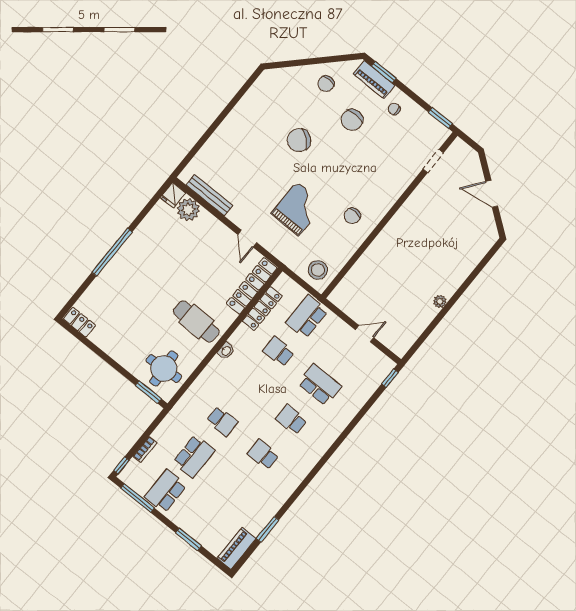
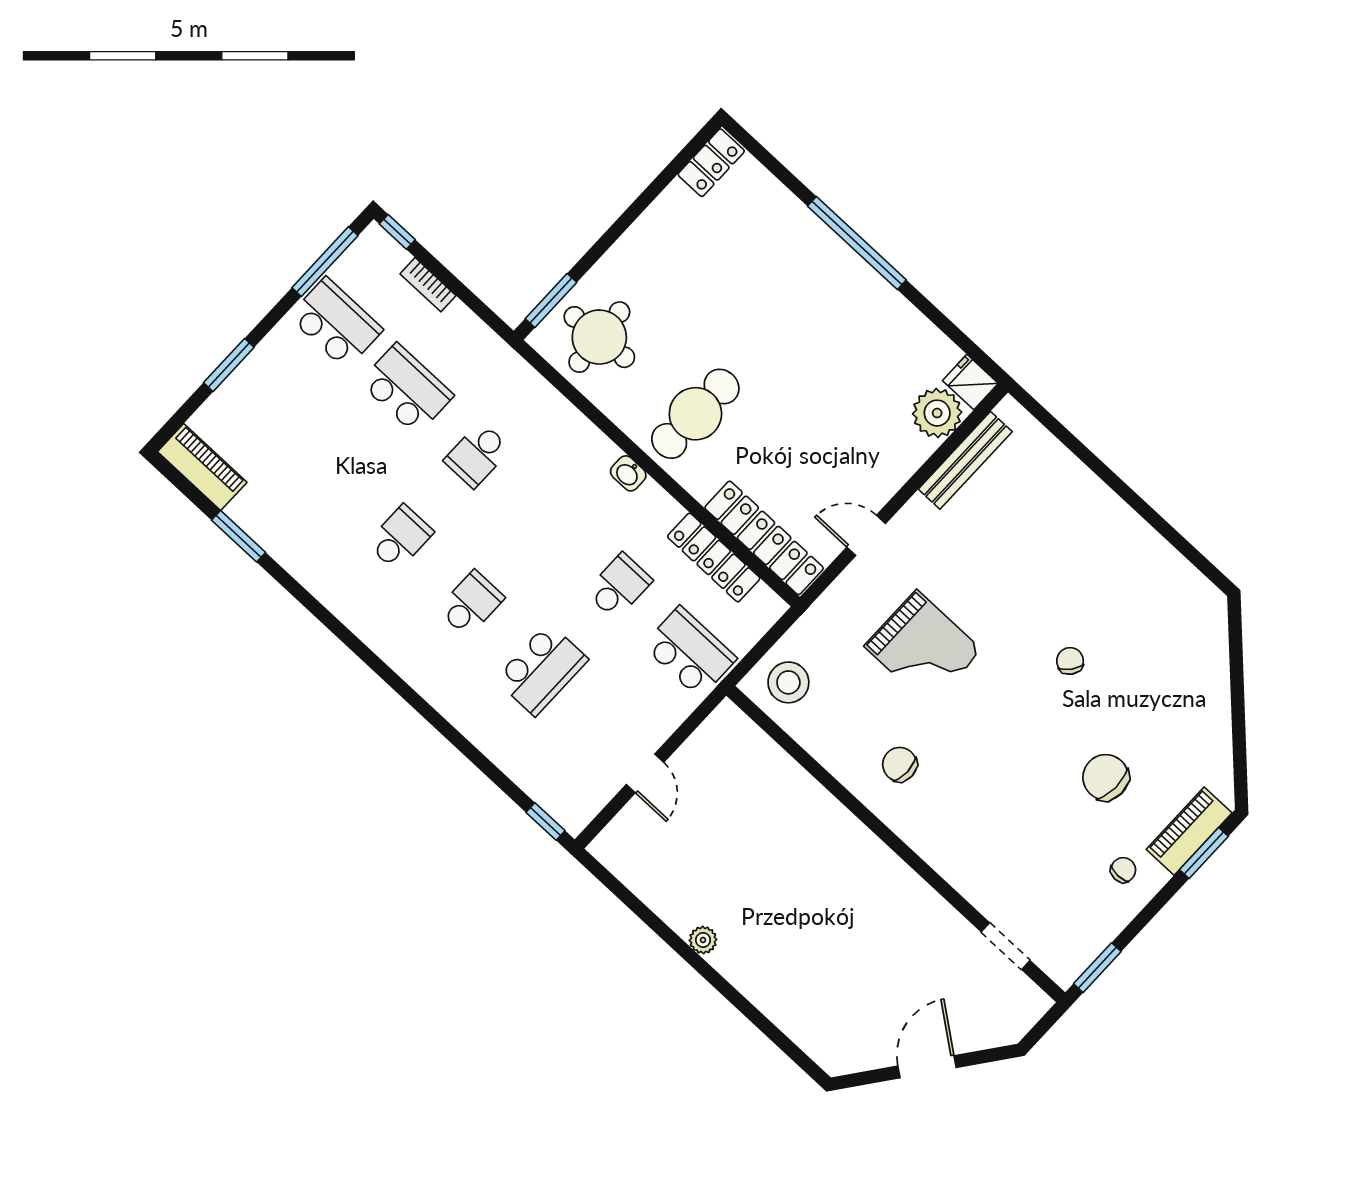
chair: (326, 84) -> (1187, 727), removed
chair: (299, 140) -> (1070, 661), width x0.54, depth x0.54
school desk: (194, 456) -> (407, 389), turned 180

